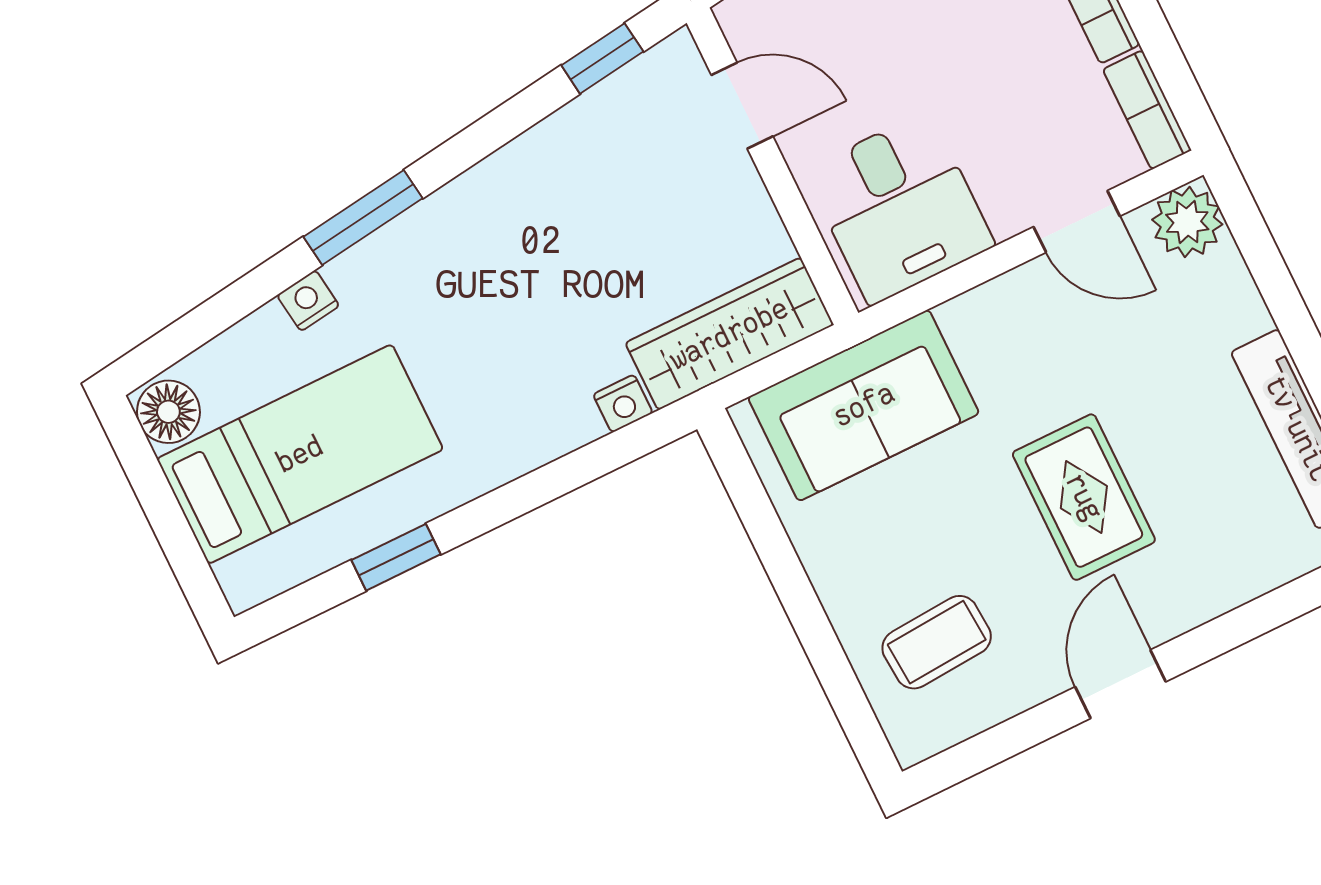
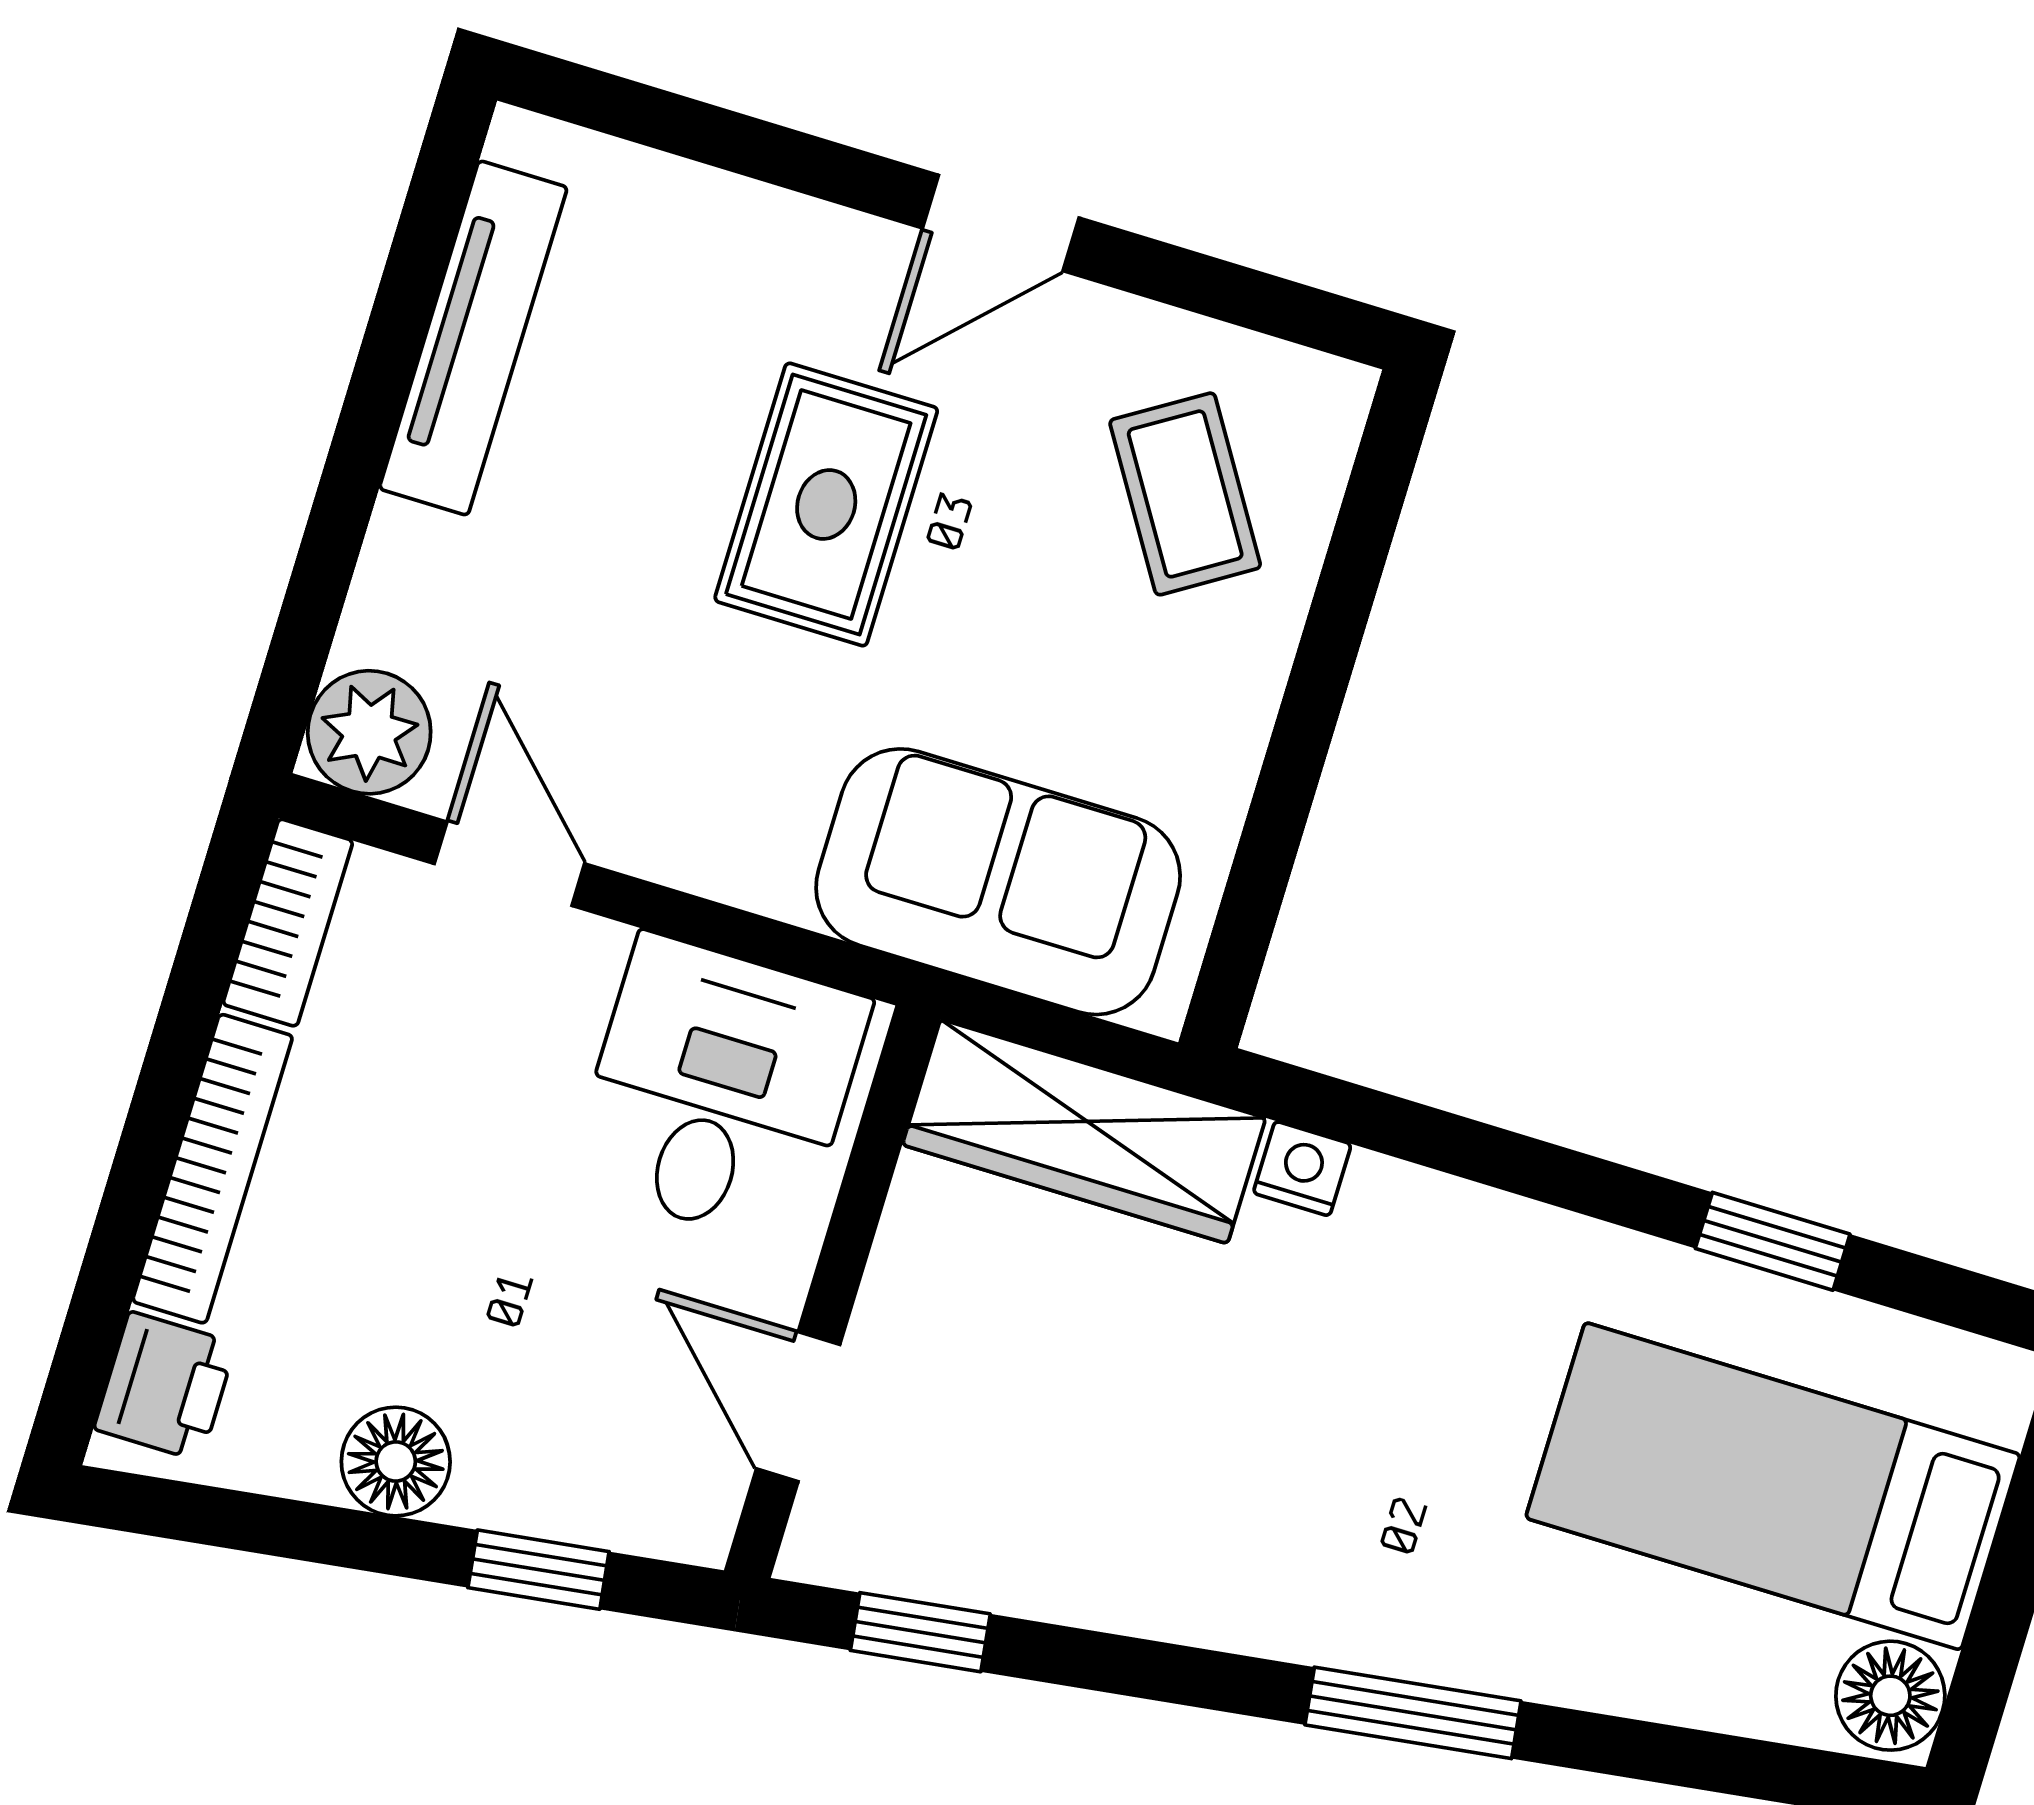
nightstand: (308, 301) -> (1581, 1672), removed
coffee table: (937, 642) -> (1185, 494), turned 62

